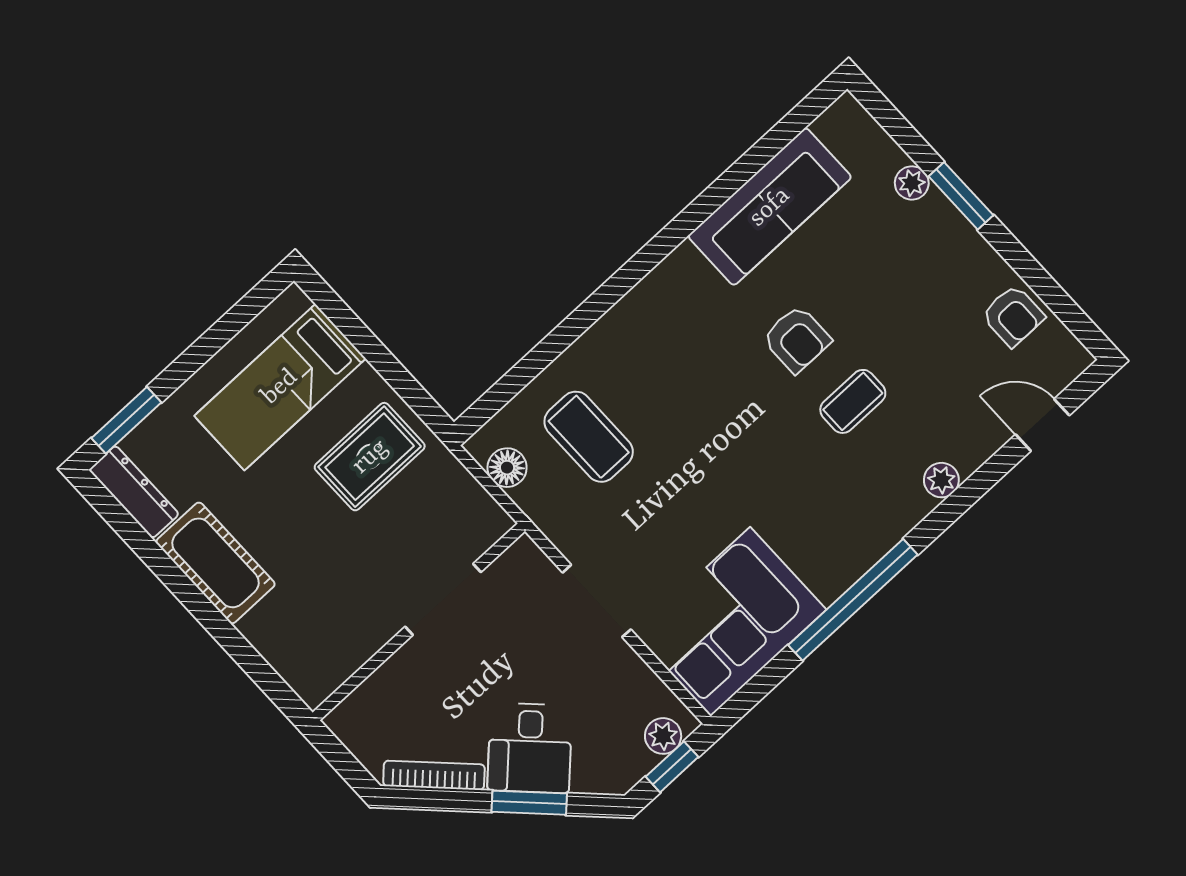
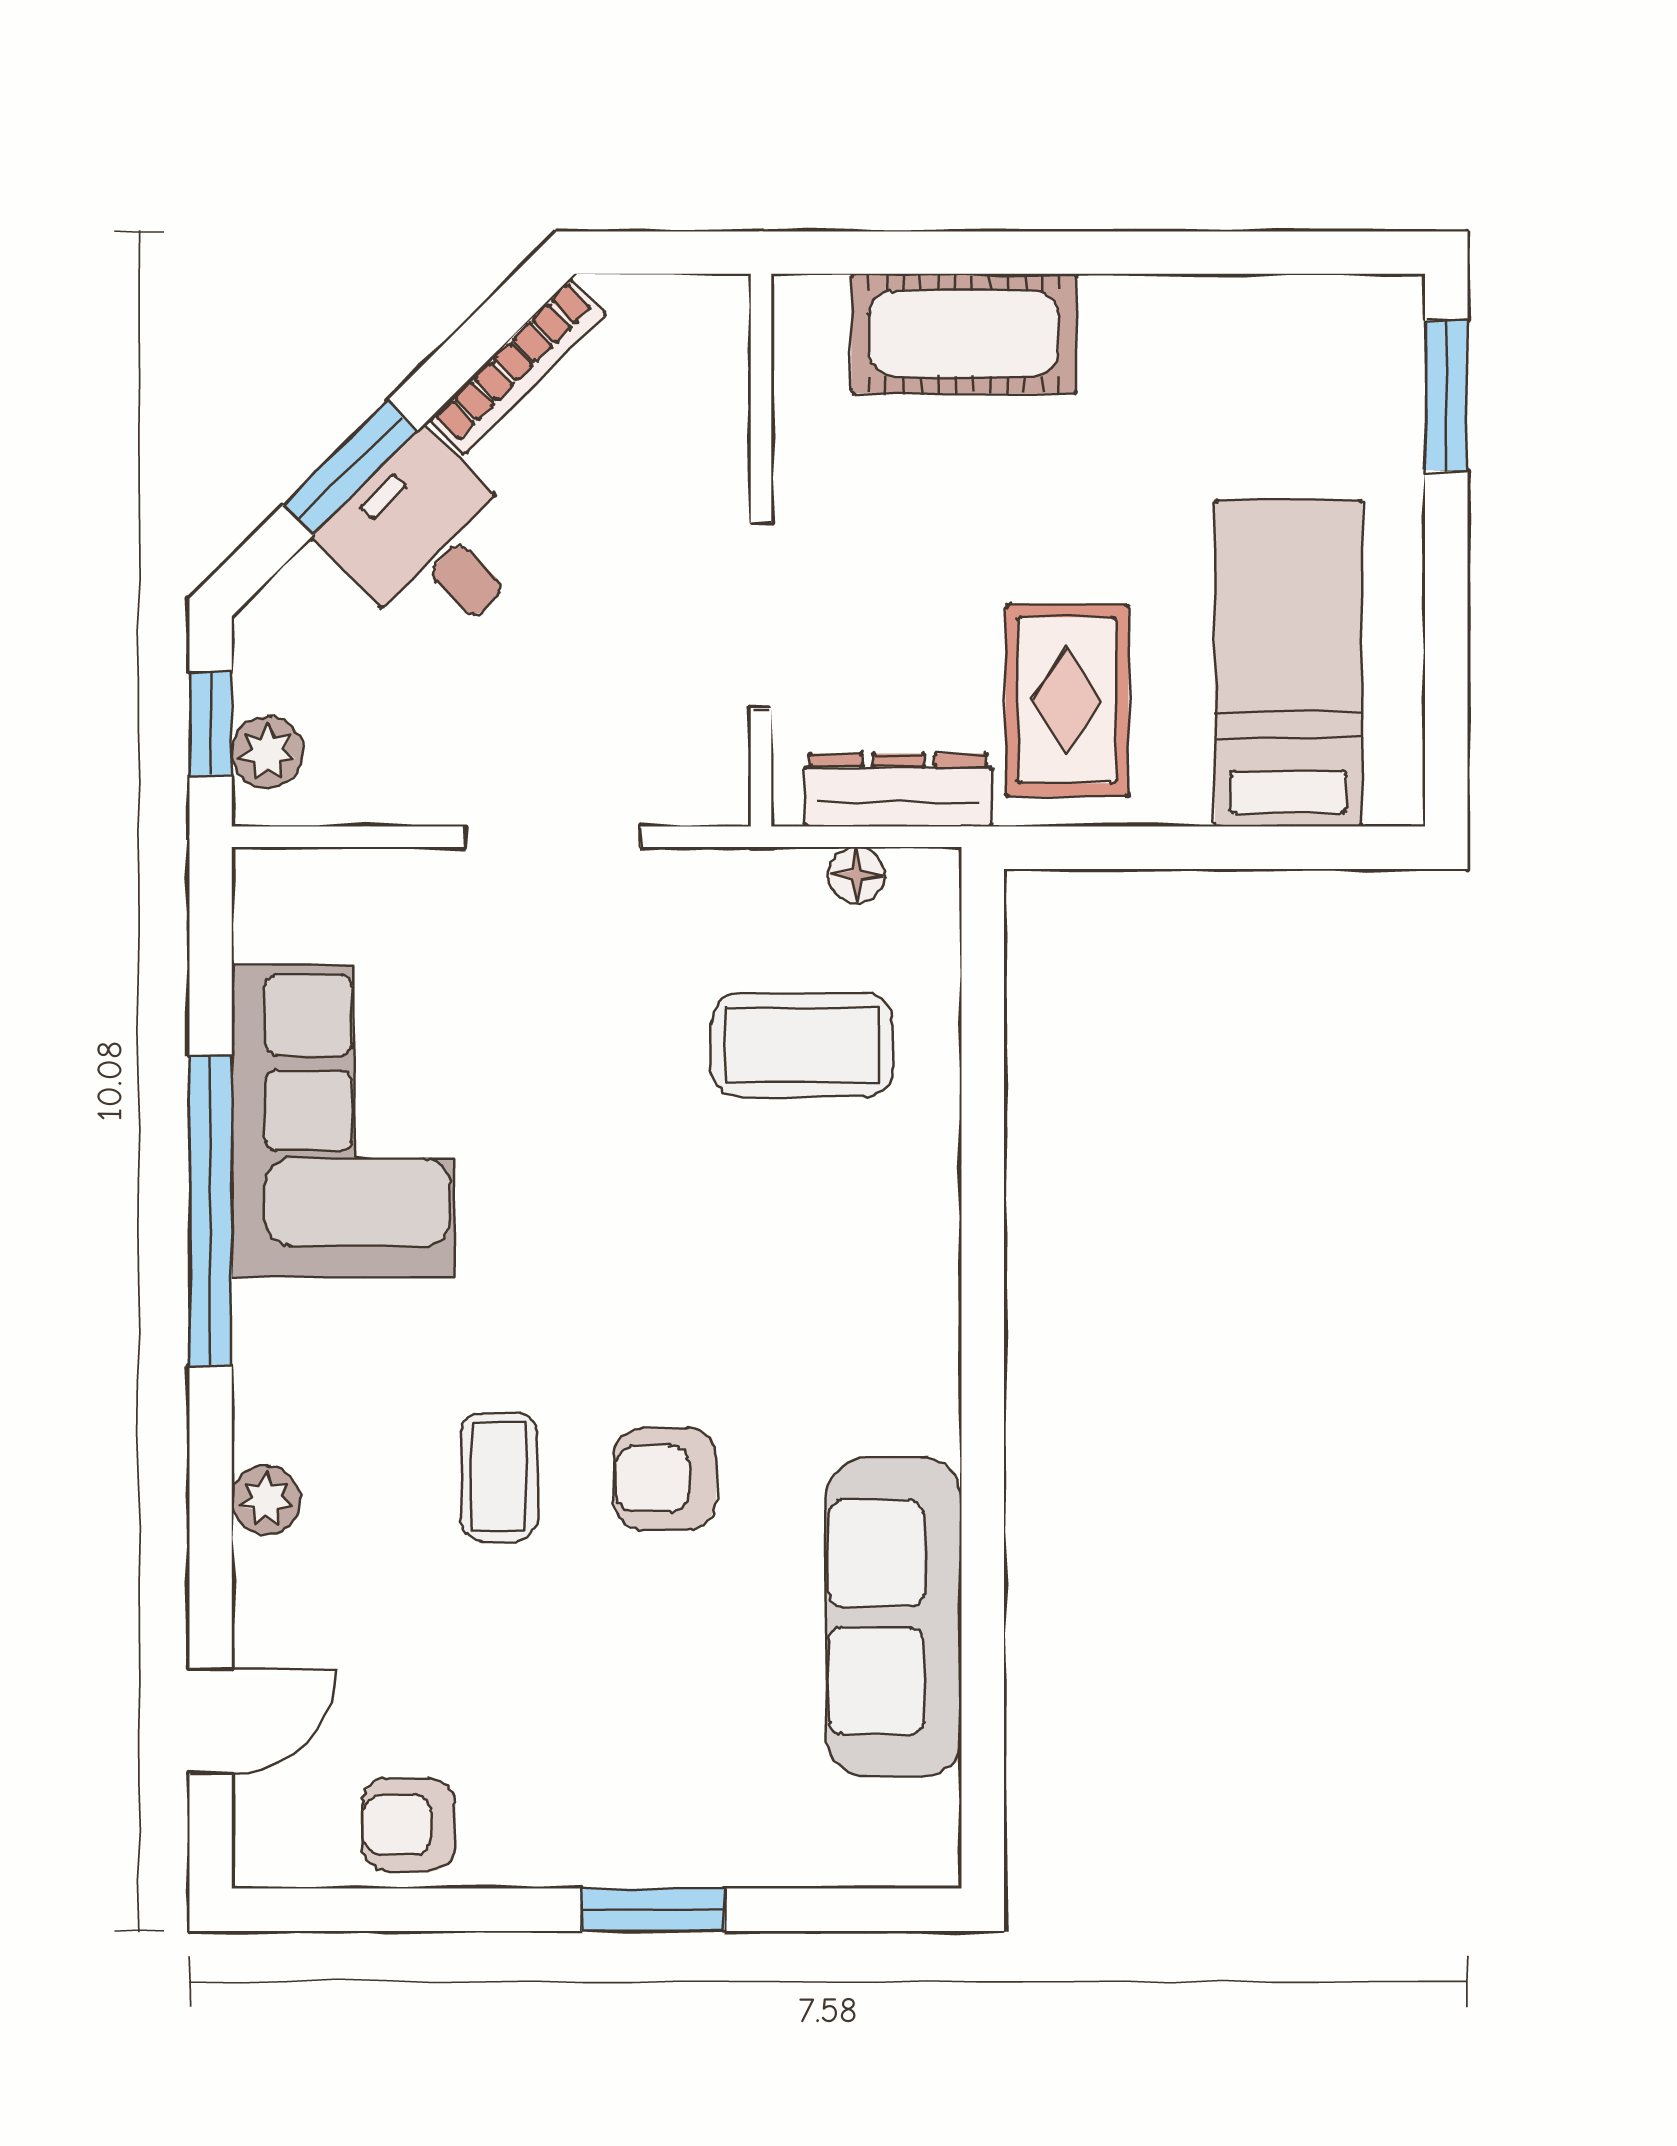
plant: (912, 183) -> (738, 1855), removed
floor lamp: (507, 468) -> (856, 875), width x0.73, depth x0.73
dresser: (134, 492) -> (899, 790), moved, turned 180
cot: (216, 563) -> (964, 334), moved
corner sofa: (730, 622) -> (343, 1121), moved

